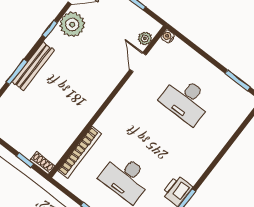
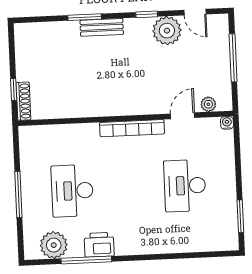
bench: (33, 66) -> (102, 27), width x0.73
bookcase: (80, 152) -> (132, 128), moved
shoe rack: (42, 163) -> (23, 101), width x1.43

